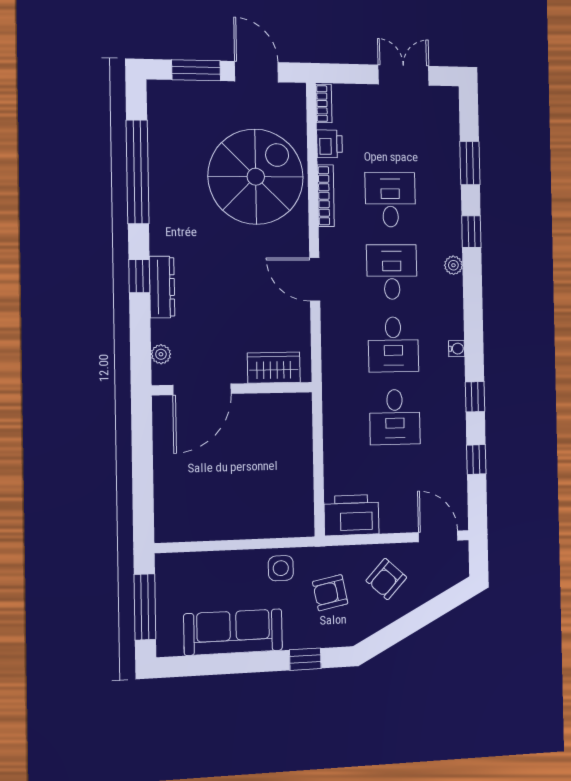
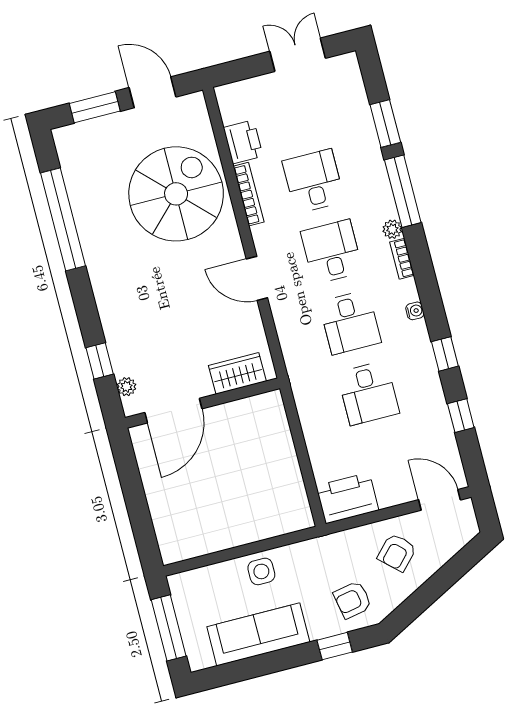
bookcase: (324, 104) -> (402, 259), moved, turned 180
printer: (329, 144) -> (243, 142), width x1.36, depth x1.24
window: (471, 232) -> (403, 191), width x2.17
window: (139, 276) -> (100, 361), moved
dresser: (162, 287) -> (112, 323), removed
side table: (281, 568) -> (261, 571), moved
armchair: (330, 593) -> (353, 600), moved

